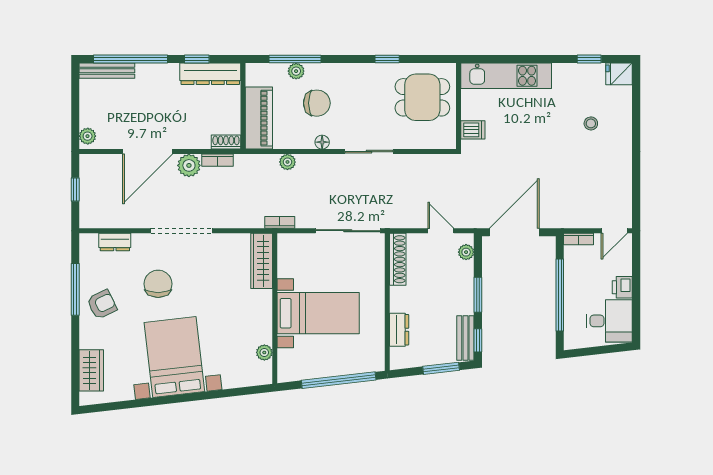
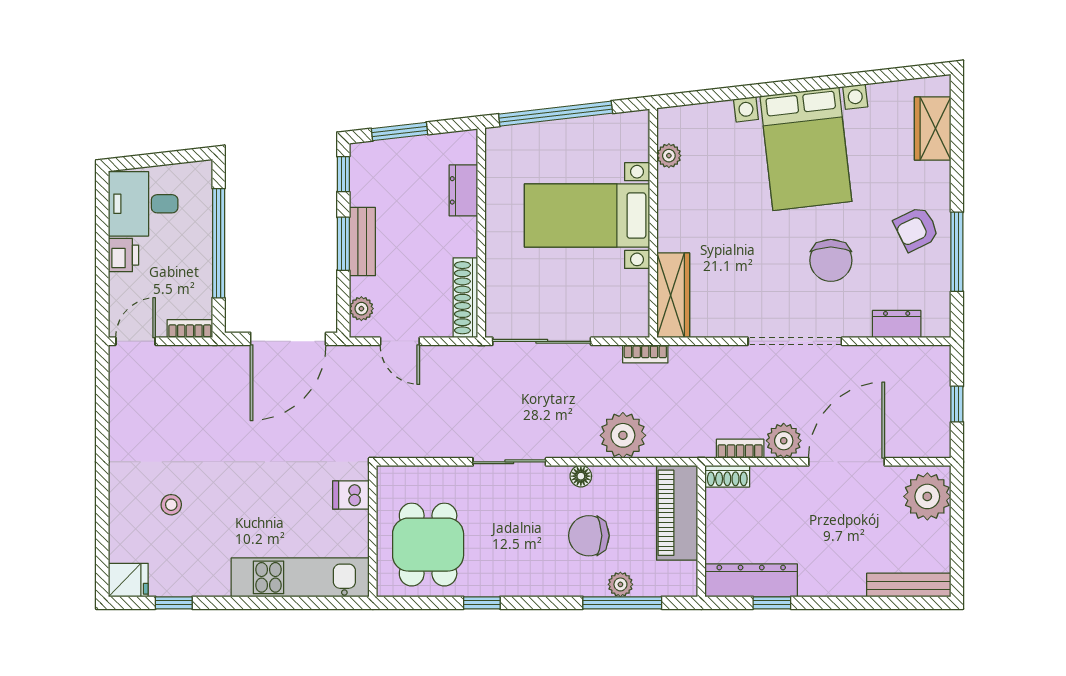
window: (130, 59) -> (873, 603), removed
dining table: (422, 97) -> (428, 545), turned 90
plant: (88, 136) -> (927, 496), width x1.88, depth x1.88
plant: (287, 162) -> (623, 435), width x1.87, depth x1.87
bench: (465, 338) -> (362, 242), moved

